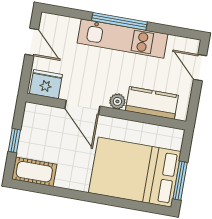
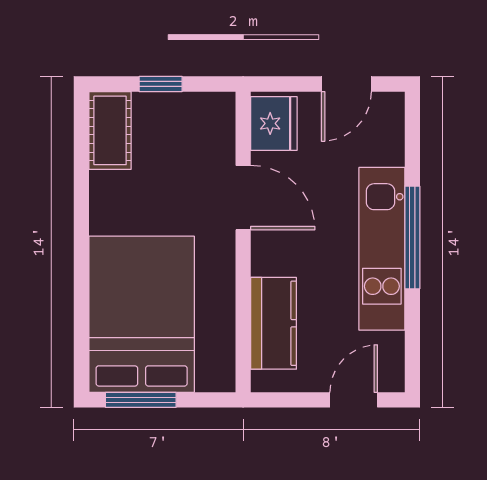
plant: (117, 101) -> (265, 260), removed
door: (82, 107) -> (243, 198), swing flipped

